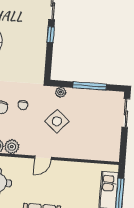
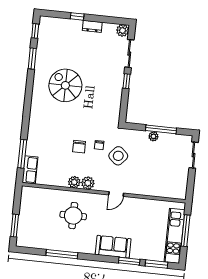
plant: (61, 92) -> (153, 136), moved
side table: (57, 121) -> (118, 156), moved

